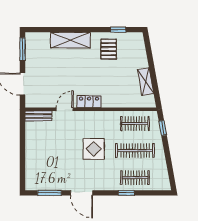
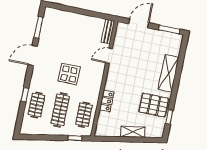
pallet: (109, 49) -> (154, 105), width x1.50, depth x1.42
shelving: (146, 82) -> (133, 132), moved
locker: (89, 102) -> (107, 101), moved
door: (65, 109) -> (109, 56), swing flipped

